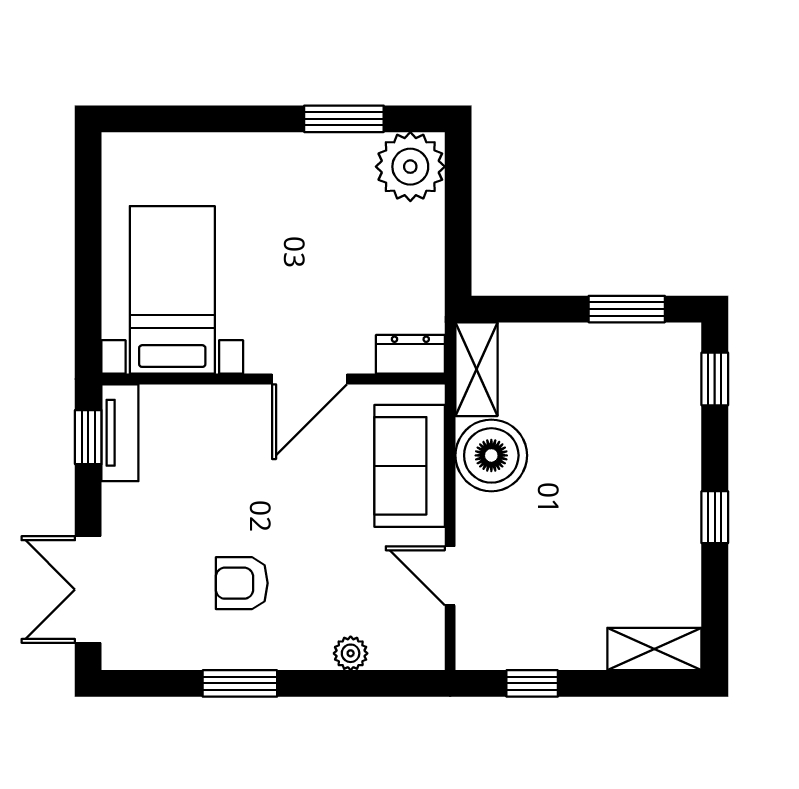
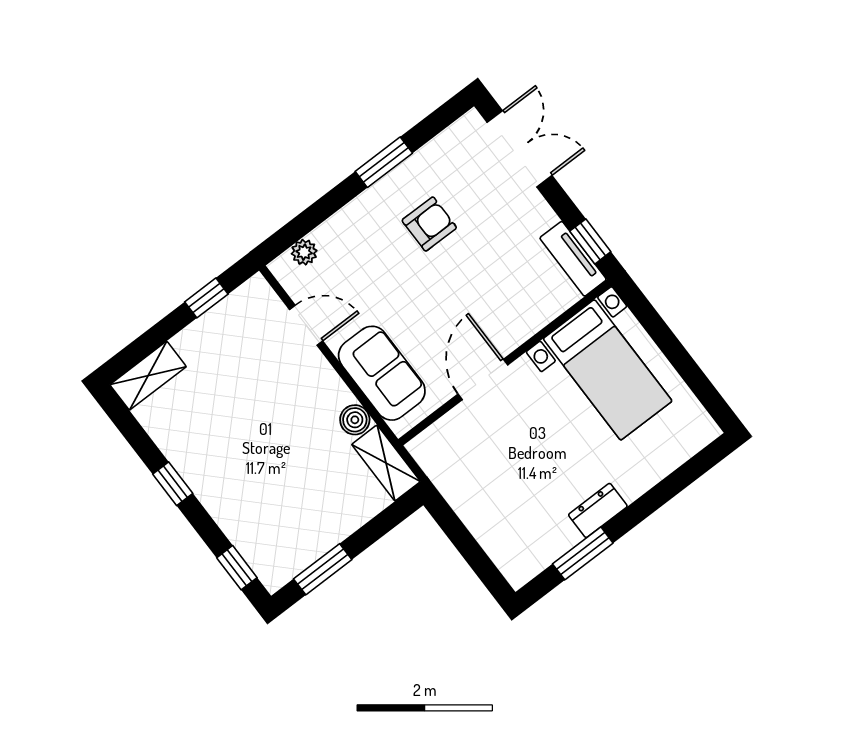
plant: (410, 167) -> (520, 555), removed
dresser: (410, 354) -> (598, 510), moved, turned 180
boiler: (491, 455) -> (355, 420), width x0.54, depth x0.54
plant: (351, 653) -> (304, 252), moved

